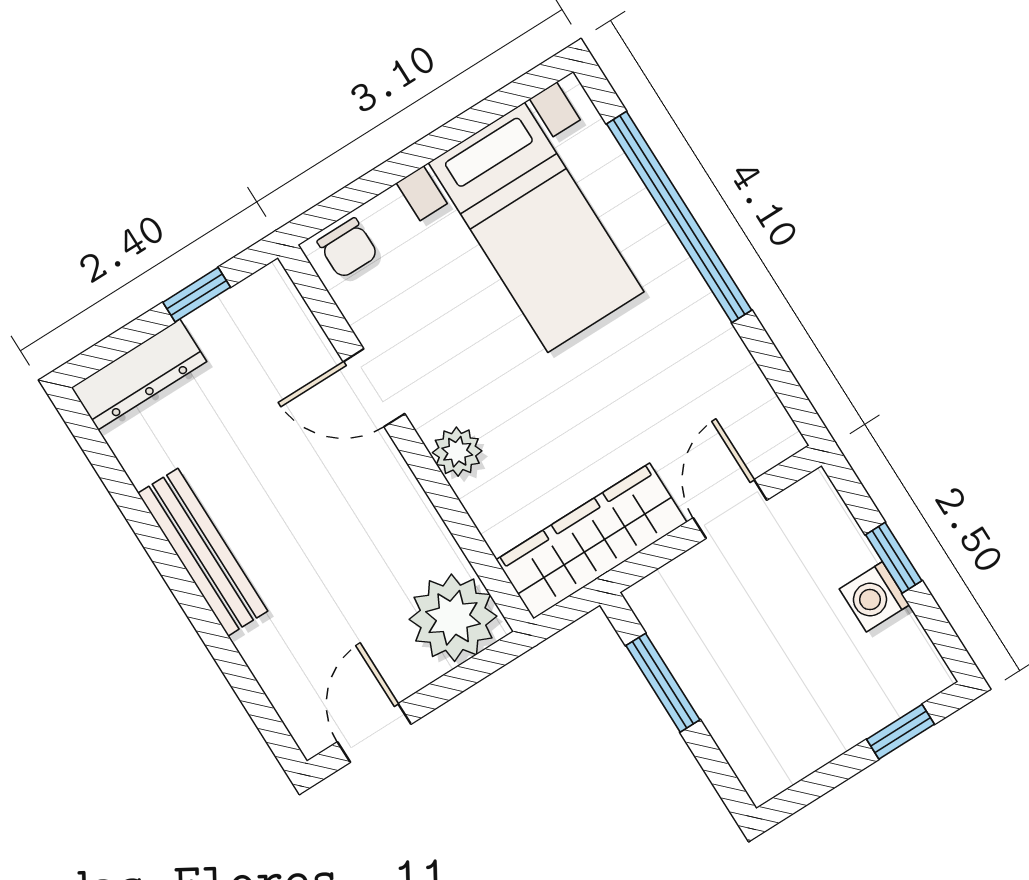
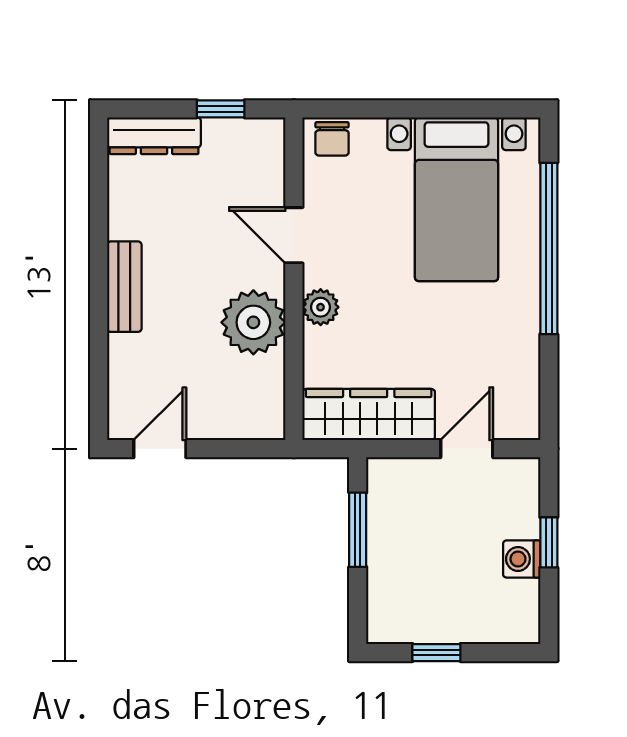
bench: (203, 552) -> (124, 287), width x0.73
plant: (453, 618) -> (253, 322), moved
window: (900, 732) -> (436, 653), moved

